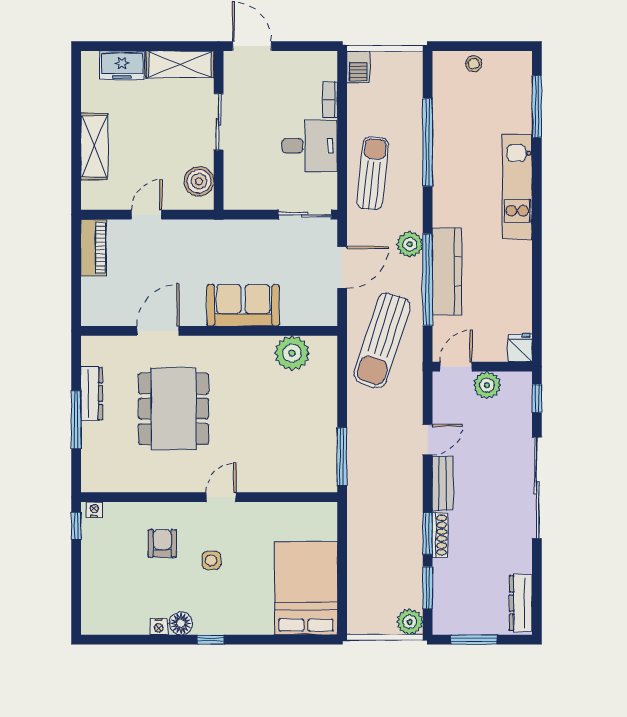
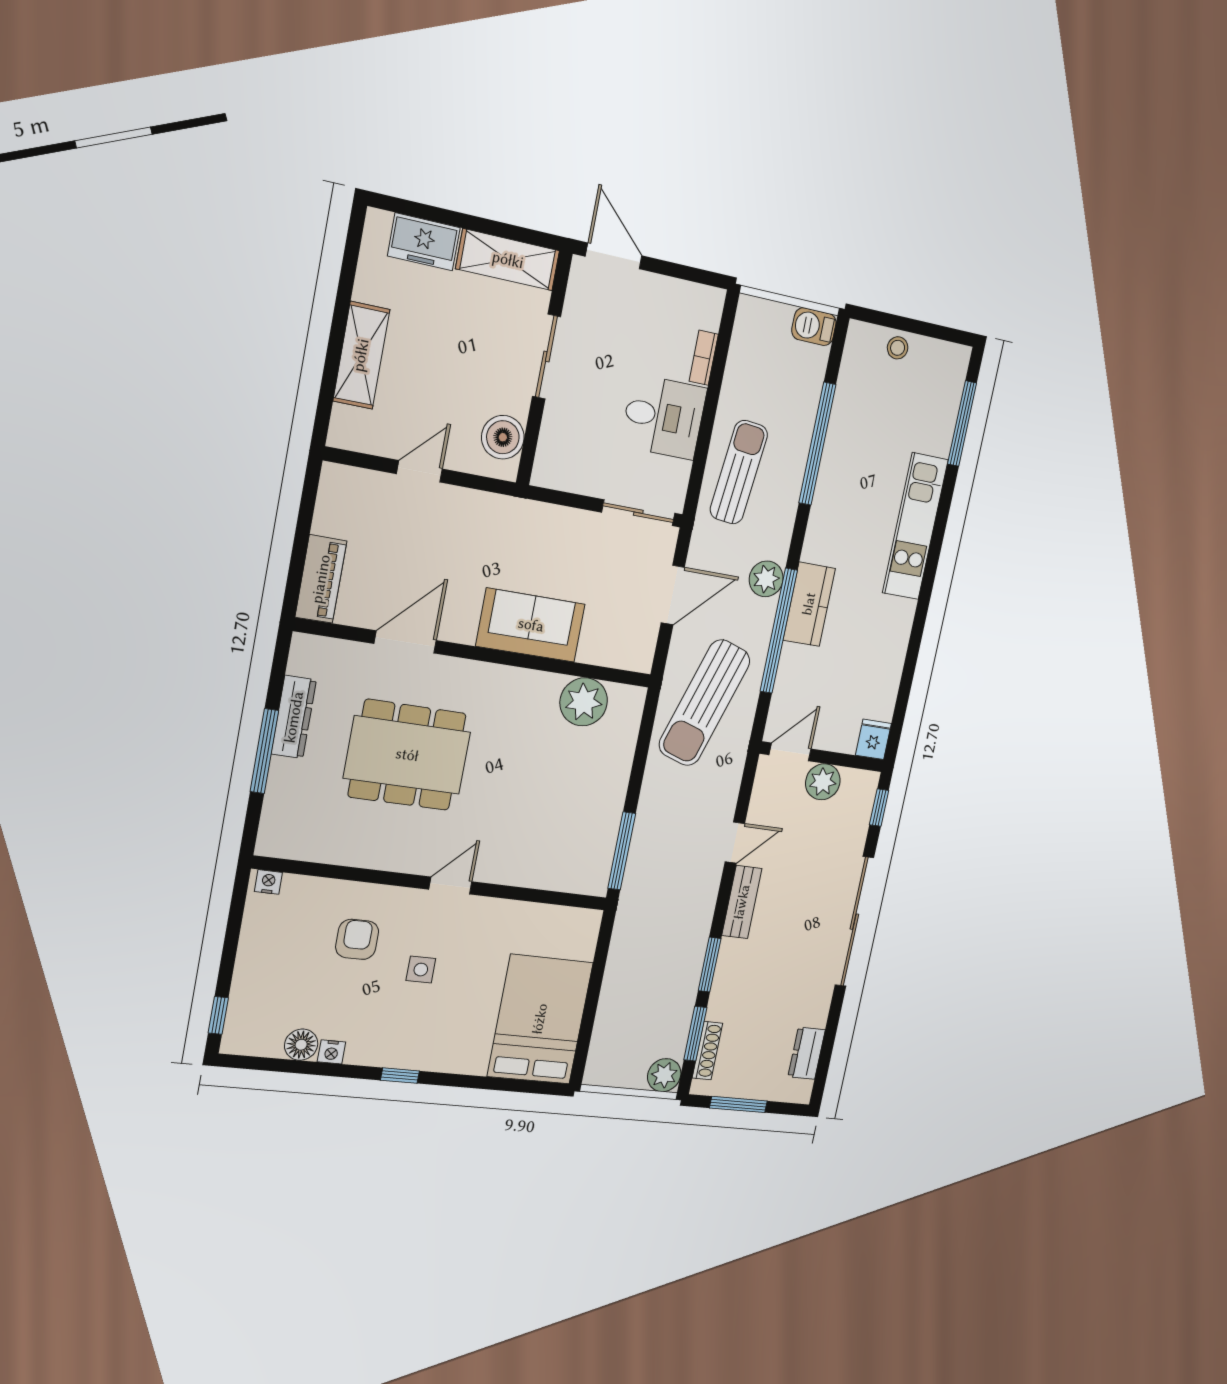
barbecue: (358, 67) -> (814, 327), moved, turned 90
piano: (94, 248) -> (321, 579), moved
kitchen counter: (447, 271) -> (809, 604), width x0.67
dining table: (174, 409) -> (407, 755), turned 90
window: (76, 526) -> (218, 1015), moved
shoe rack: (440, 535) -> (707, 1051), moved
dresser: (521, 603) -> (807, 1053), width x0.70
floor lamp: (181, 623) -> (301, 1045), moved

